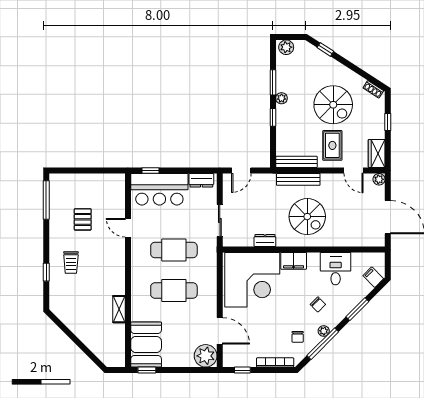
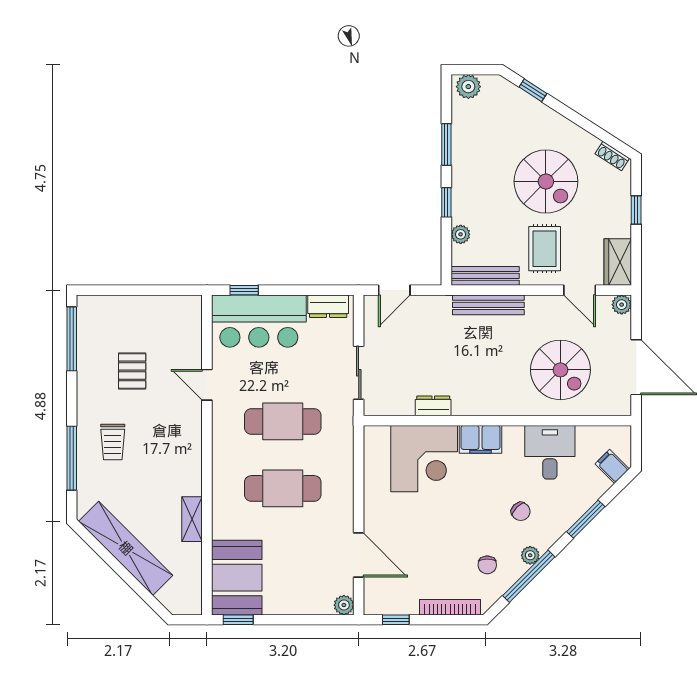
plant: (282, 98) -> (461, 234), moved
spiral stairs: (307, 217) -> (560, 370), moved
window: (46, 272) -> (72, 458), width x2.17
corner desk: (252, 280) -> (424, 459), width x0.74, depth x0.74
shelving: (79, 327) -> (126, 548), added
plant: (206, 356) -> (344, 605), width x0.53, depth x0.53

